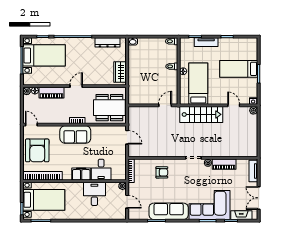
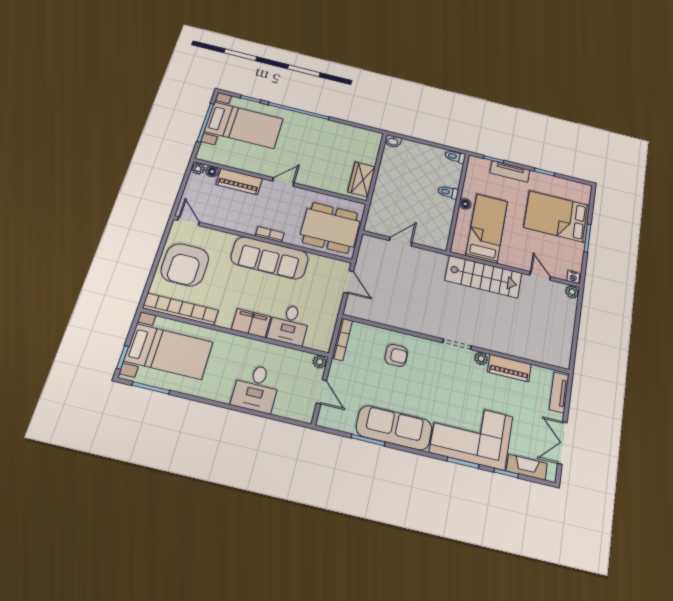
dresser: (107, 42) -> (352, 133), removed
bed: (239, 69) -> (557, 217), width x1.50
door: (165, 105) -> (401, 242), moved
sofa: (75, 134) -> (270, 258), width x1.36
desk: (94, 194) -> (256, 388), moved, turned 180

